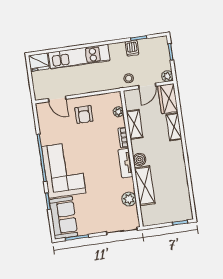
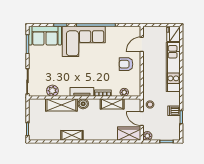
shelving: (174, 127) -> (72, 135), moved

